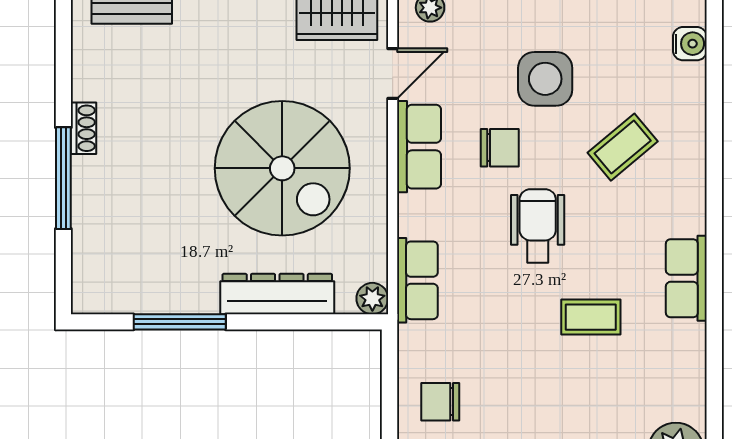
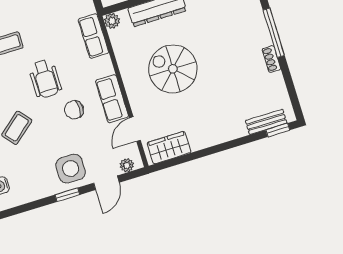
side table: (545, 79) -> (71, 169), moved
spiral stairs: (282, 168) -> (173, 69), width x0.73, depth x0.73

